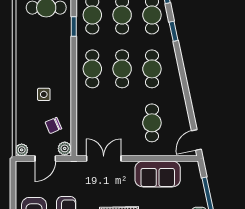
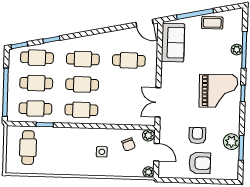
sofa: (158, 174) -> (173, 43), moved

